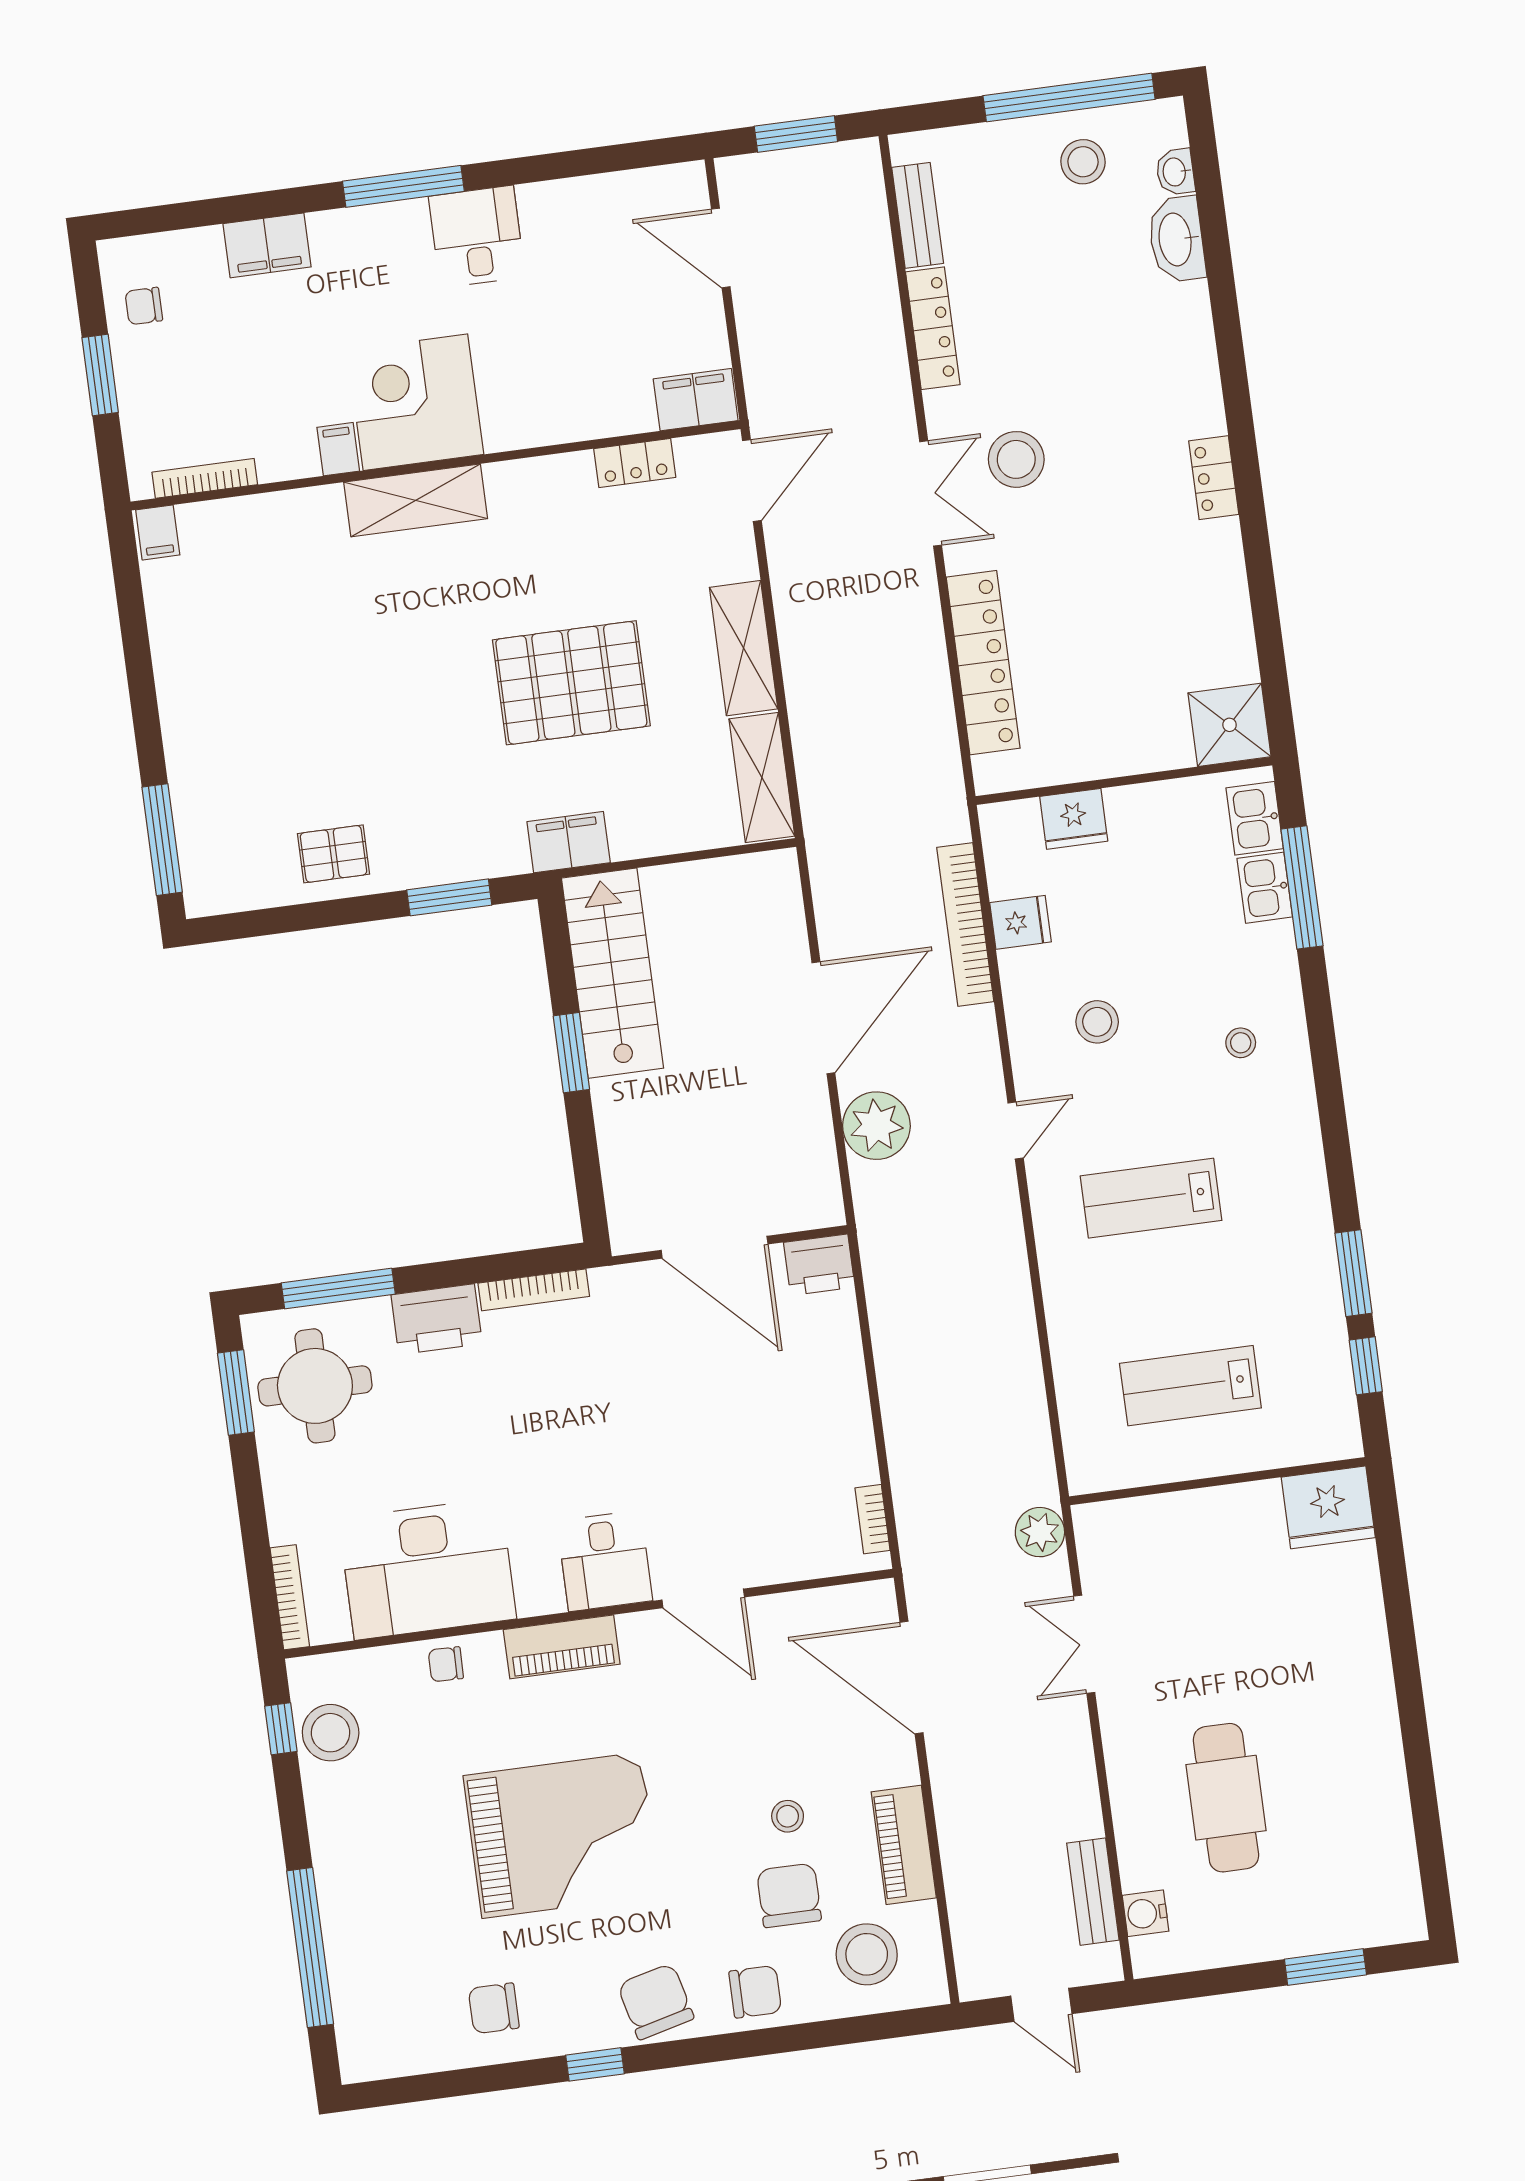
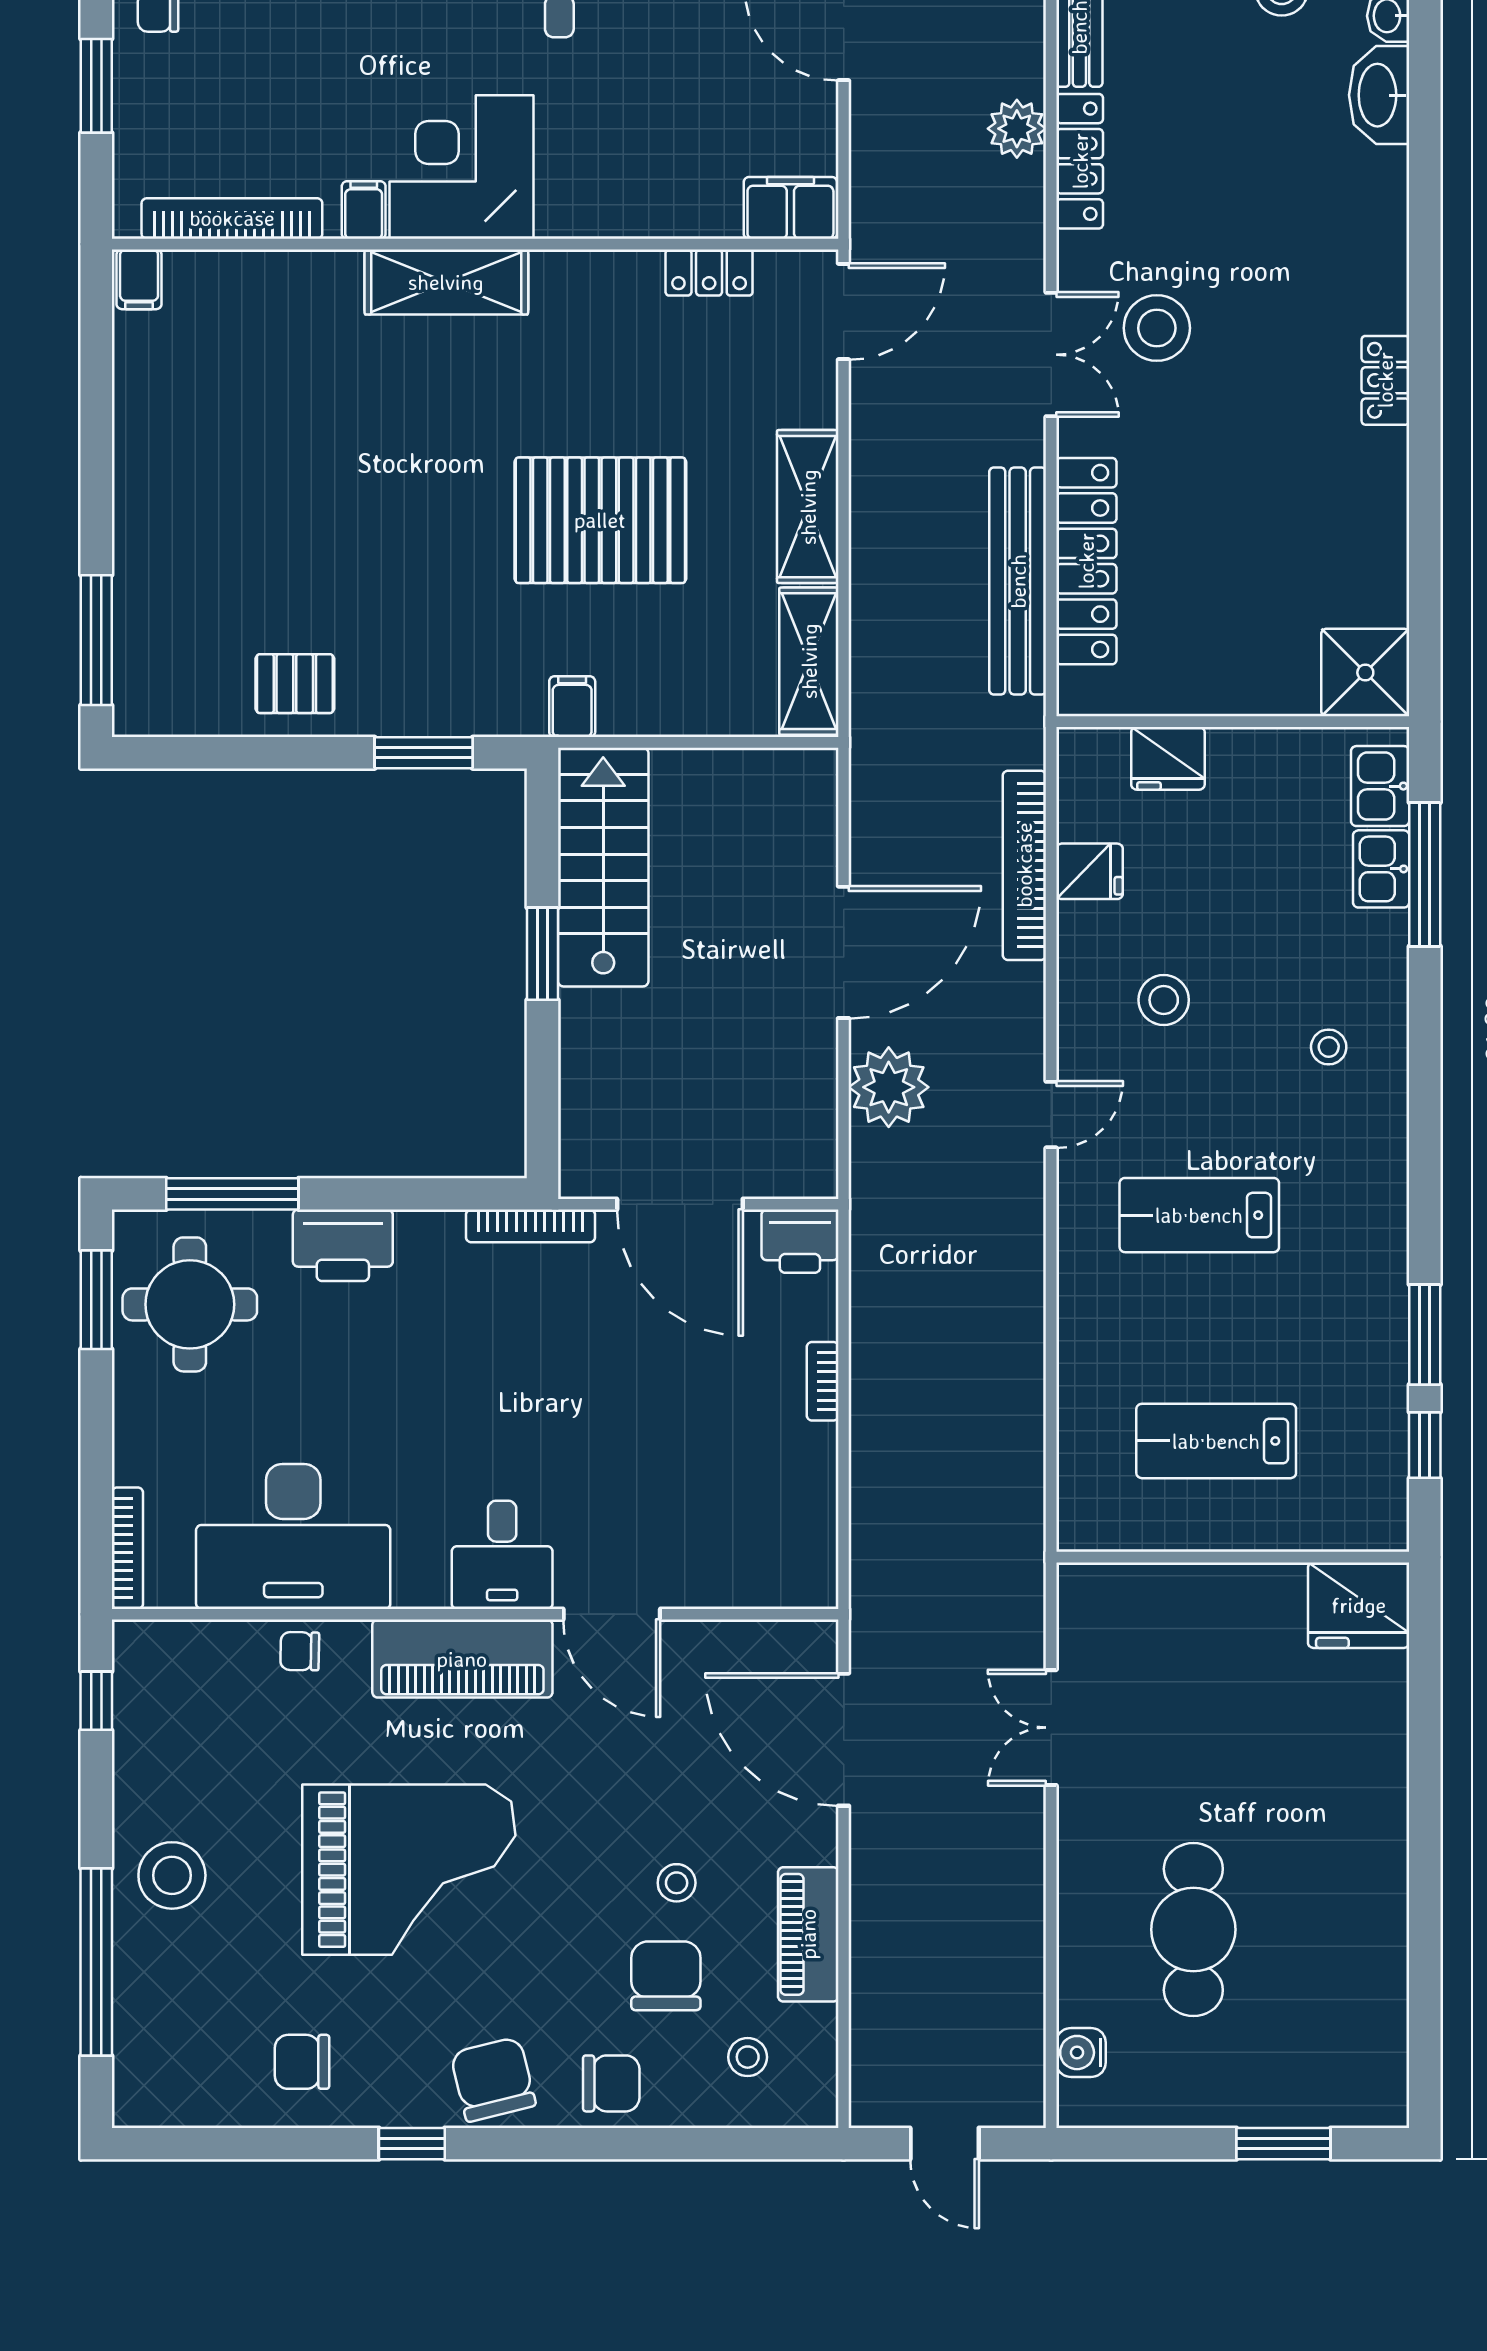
bookcase: (205, 478) -> (232, 218), width x1.48, depth x1.31
filing cabinet: (569, 842) -> (572, 707), width x0.50
bookcase: (534, 1290) -> (531, 1226), moved
bookcase: (873, 1519) -> (823, 1381), moved
plant: (1040, 1532) -> (1017, 129), moved
piano: (562, 1647) -> (462, 1659), width x1.37, depth x1.33
stool: (331, 1733) -> (172, 1875), moved
bench: (1093, 1892) -> (1018, 581), moved, width x1.86, depth x1.21
stool: (867, 1954) -> (748, 2057), width x0.53, depth x0.53

